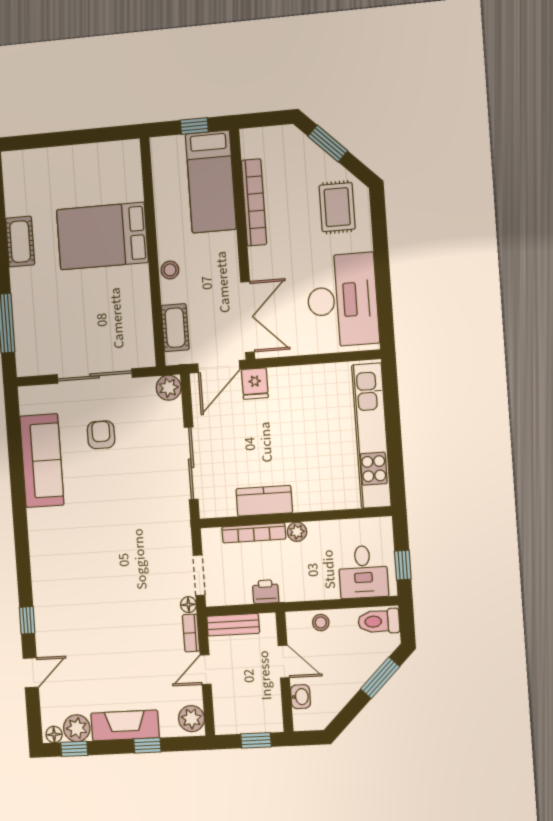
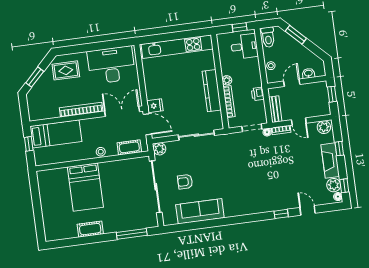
bookcase: (254, 202) -> (81, 110), moved
sliding door: (95, 376) -> (156, 187), width x1.36
kitchen counter: (264, 501) -> (212, 91), width x1.50

